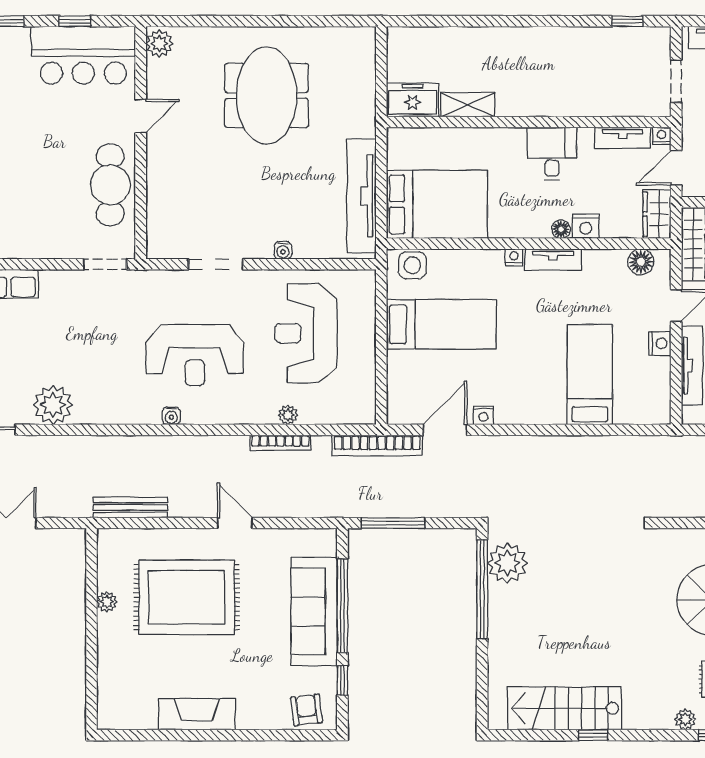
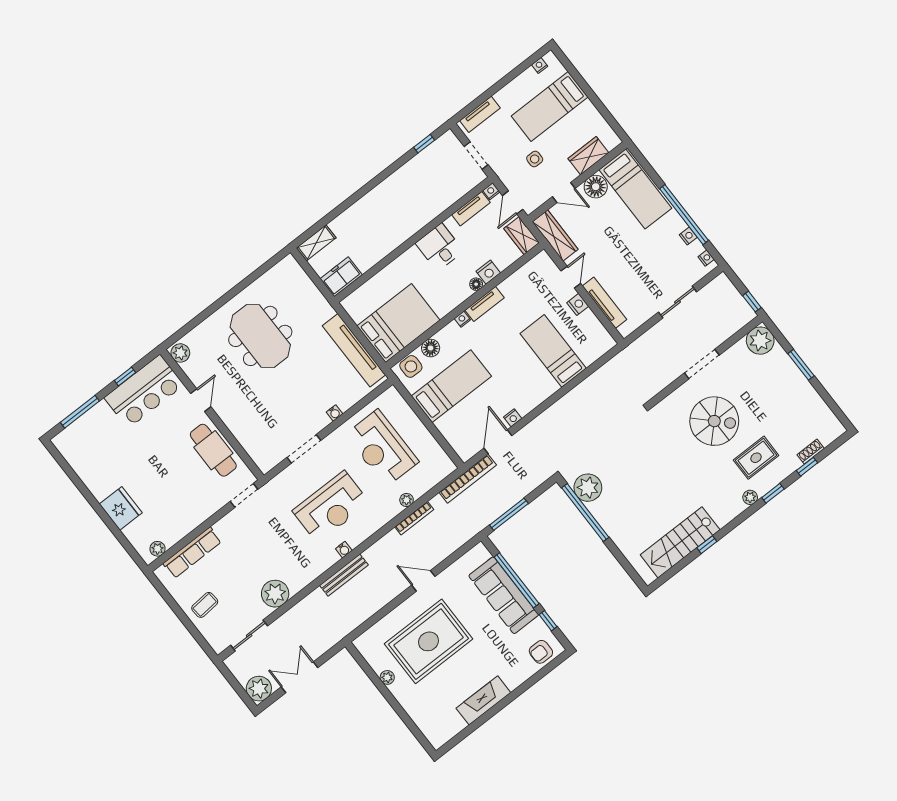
shelving: (468, 105) -> (316, 243), moved
floor lamp: (641, 262) -> (431, 348), moved
bench: (130, 507) -> (344, 575), moved
armchair: (306, 710) -> (541, 652), turned -83

